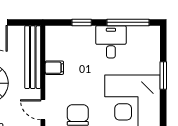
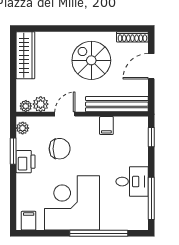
window: (82, 22) -> (151, 137), moved
window: (163, 76) -> (99, 233), width x2.11

